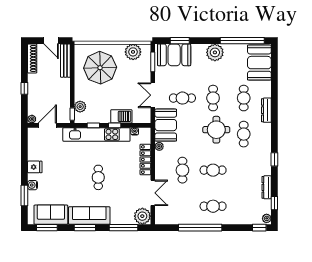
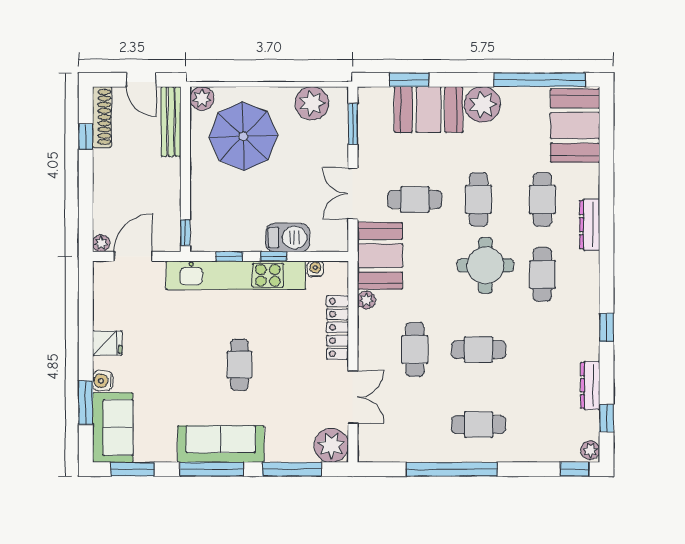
booth: (174, 55) -> (429, 109), moved
window: (24, 88) -> (86, 137), moved
plant: (80, 107) -> (202, 98), moved
sofa: (51, 215) -> (113, 428), moved, turned 90
window: (85, 228) -> (212, 469), width x1.44

